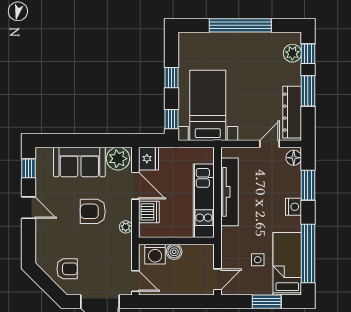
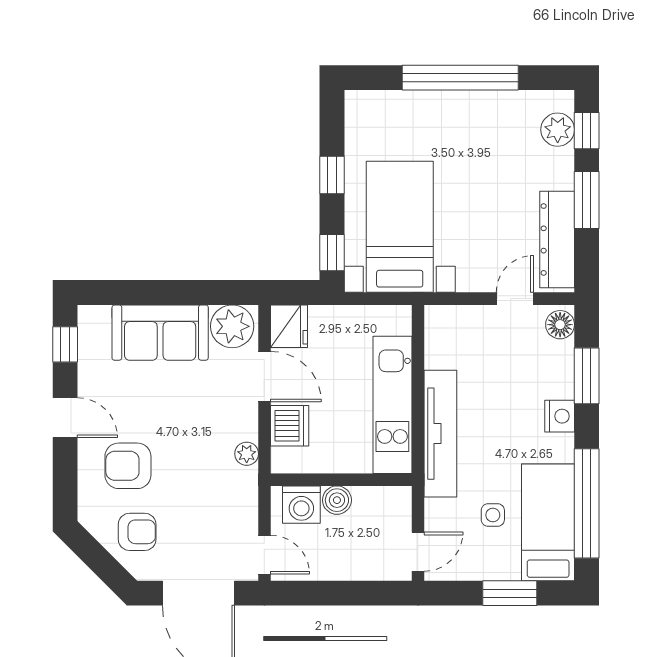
tv unit: (230, 192) -> (440, 434), moved
armchair: (93, 211) -> (128, 466), moved

